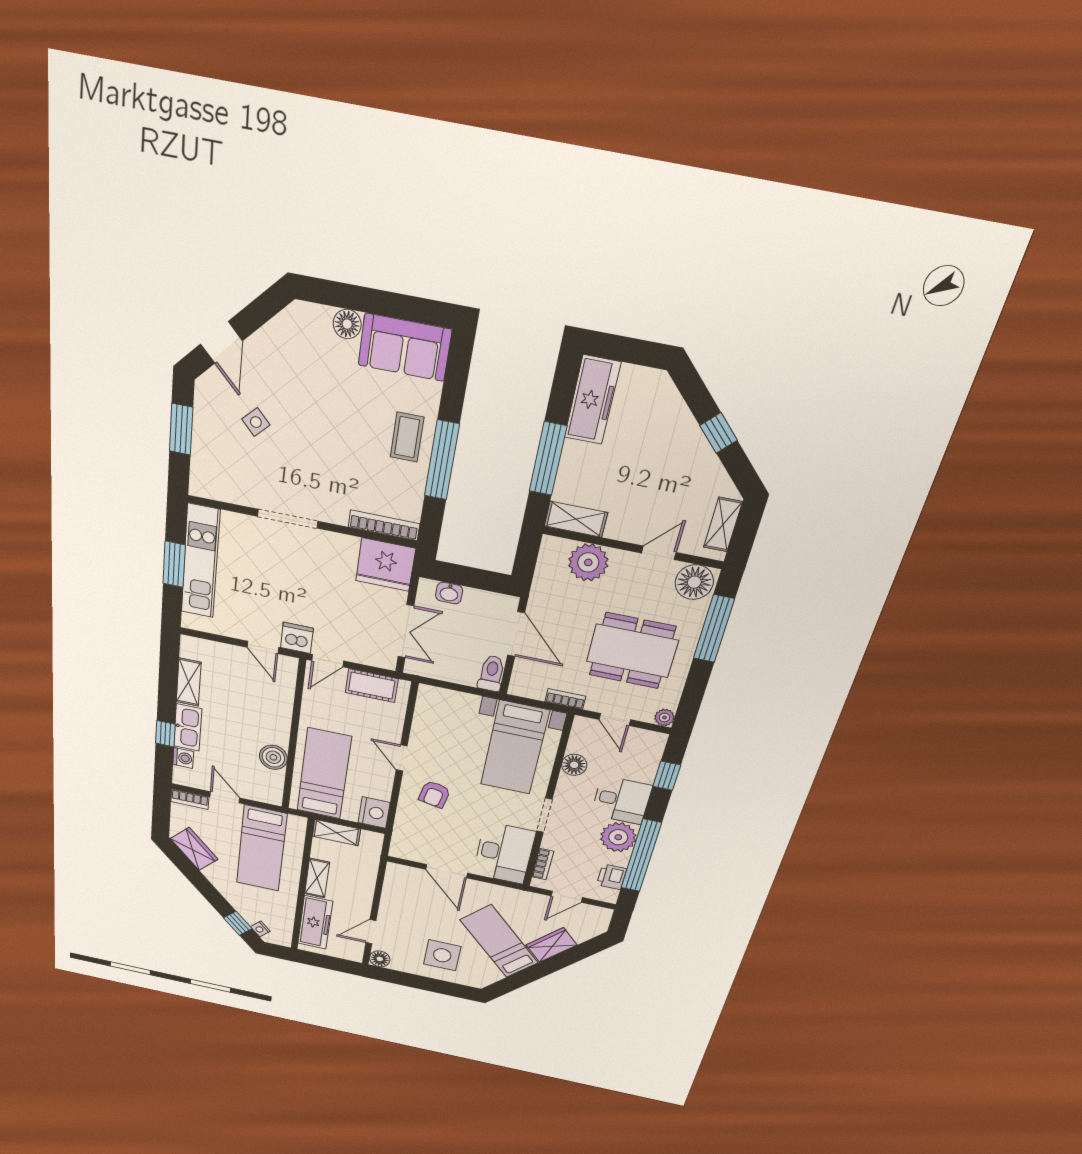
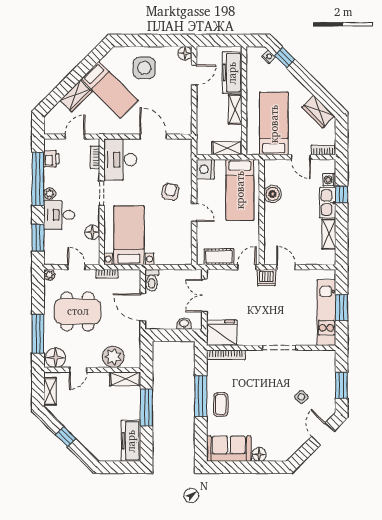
window: (667, 776) -> (38, 238), width x1.50
plant: (618, 837) -> (50, 194), width x0.53, depth x0.53

